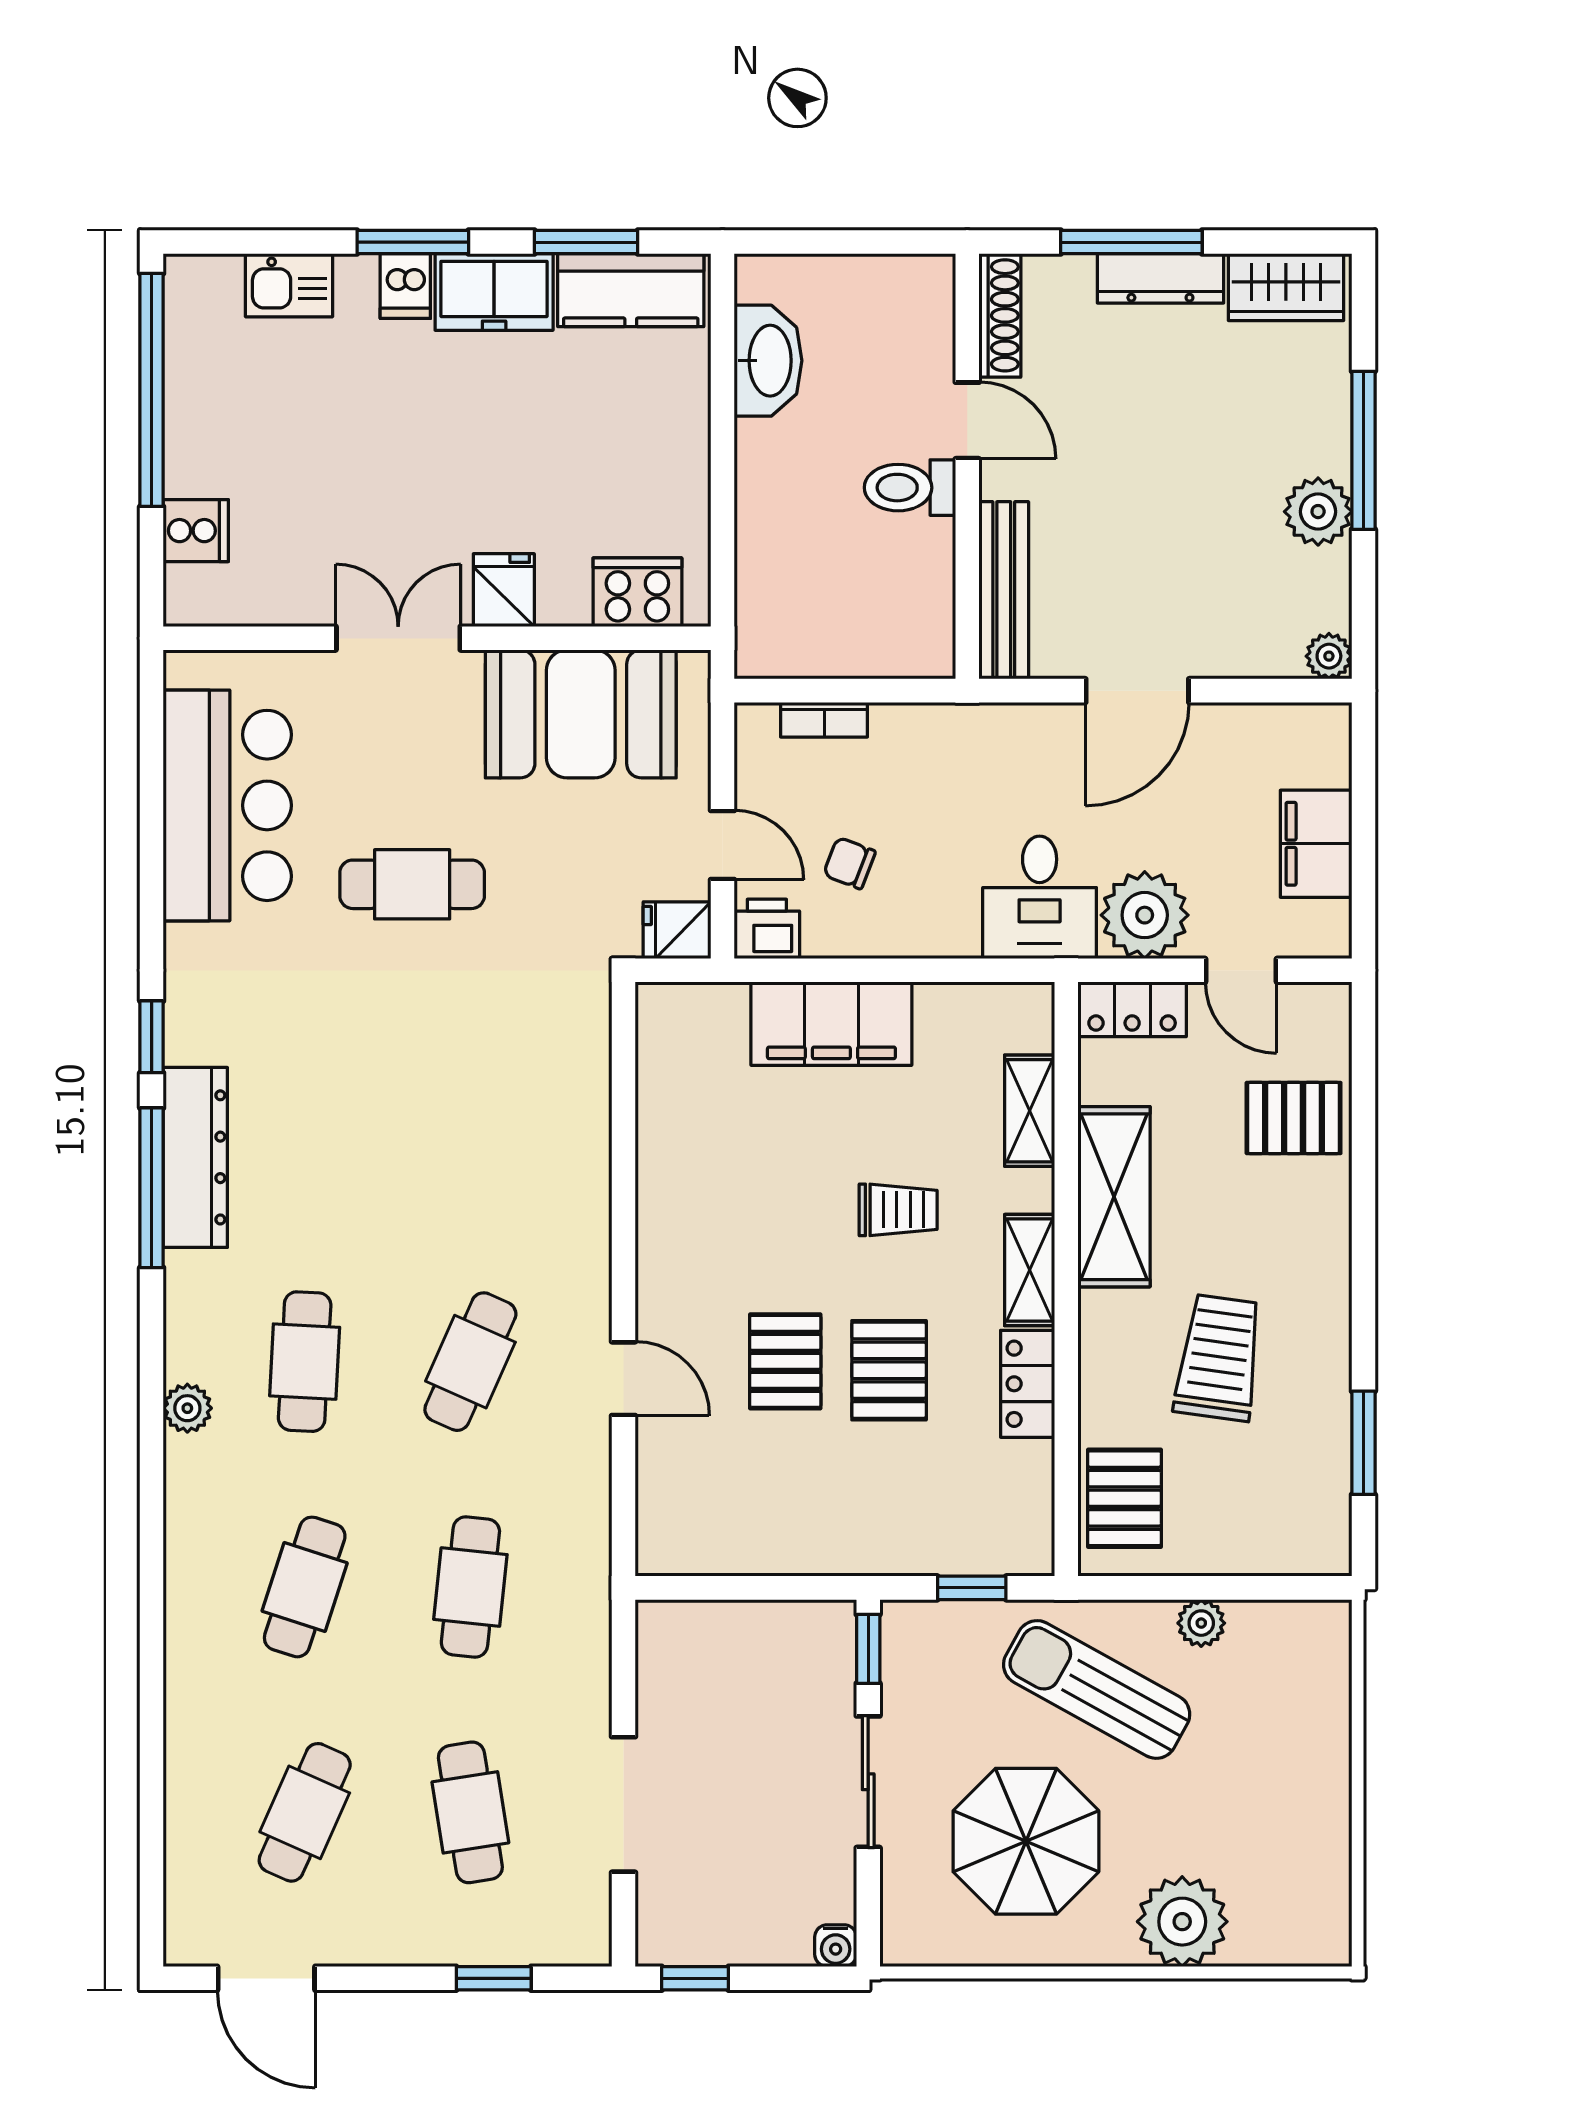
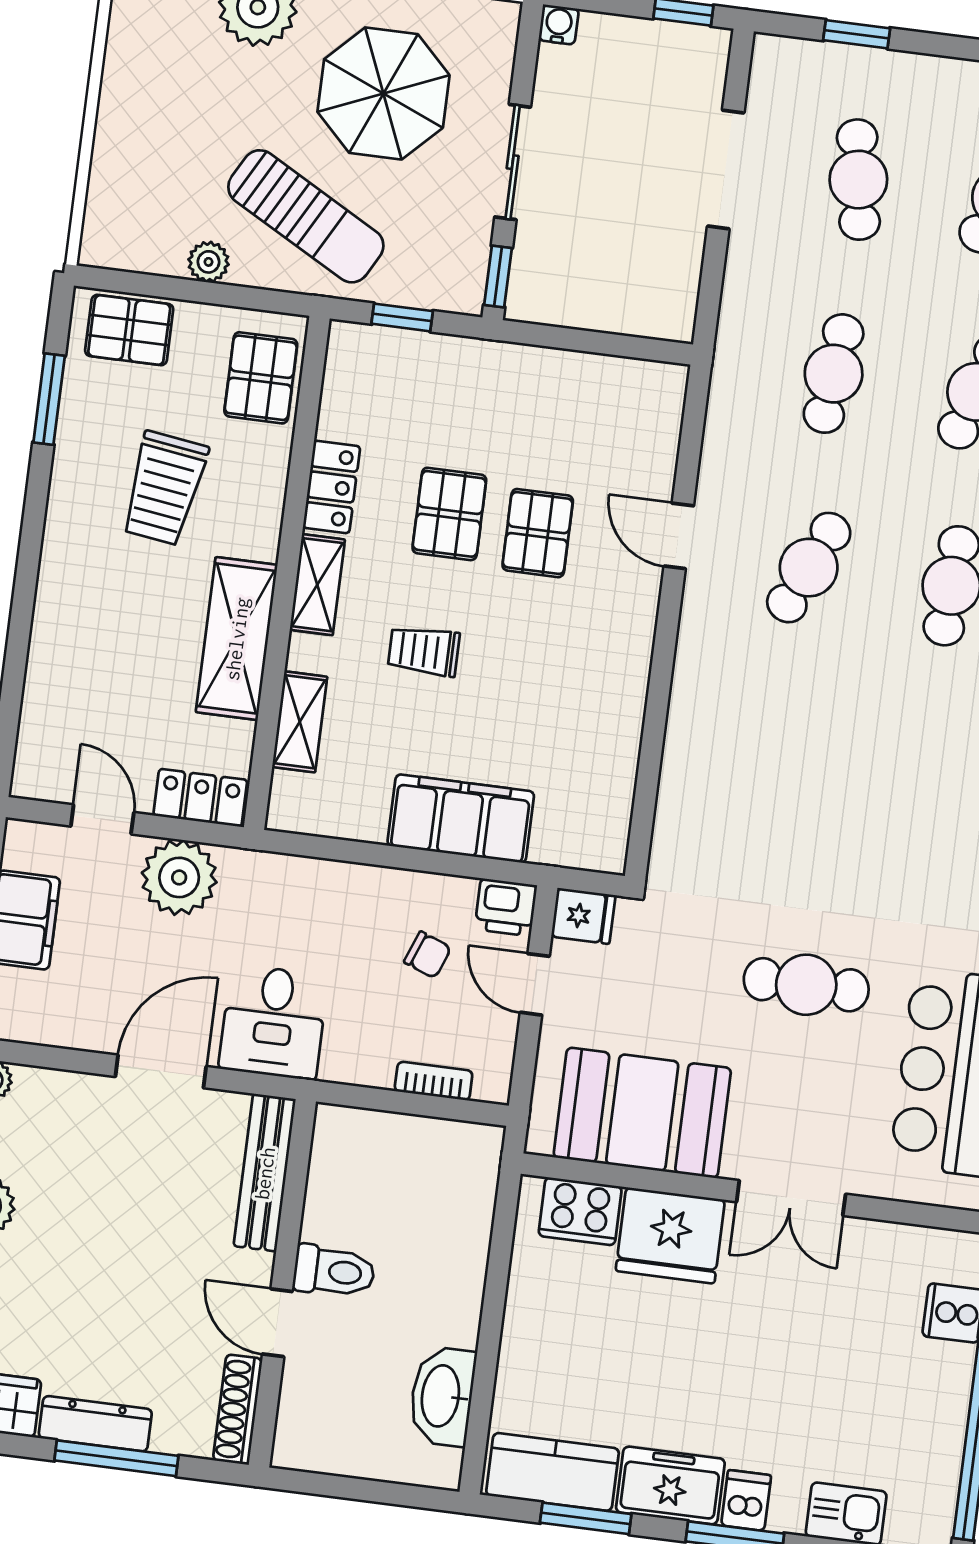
fridge: (504, 590) -> (670, 1235), width x1.88, depth x1.34
desk: (1040, 897) -> (273, 1022), moved, turned 180
pallet: (1294, 1118) -> (129, 330), moved

